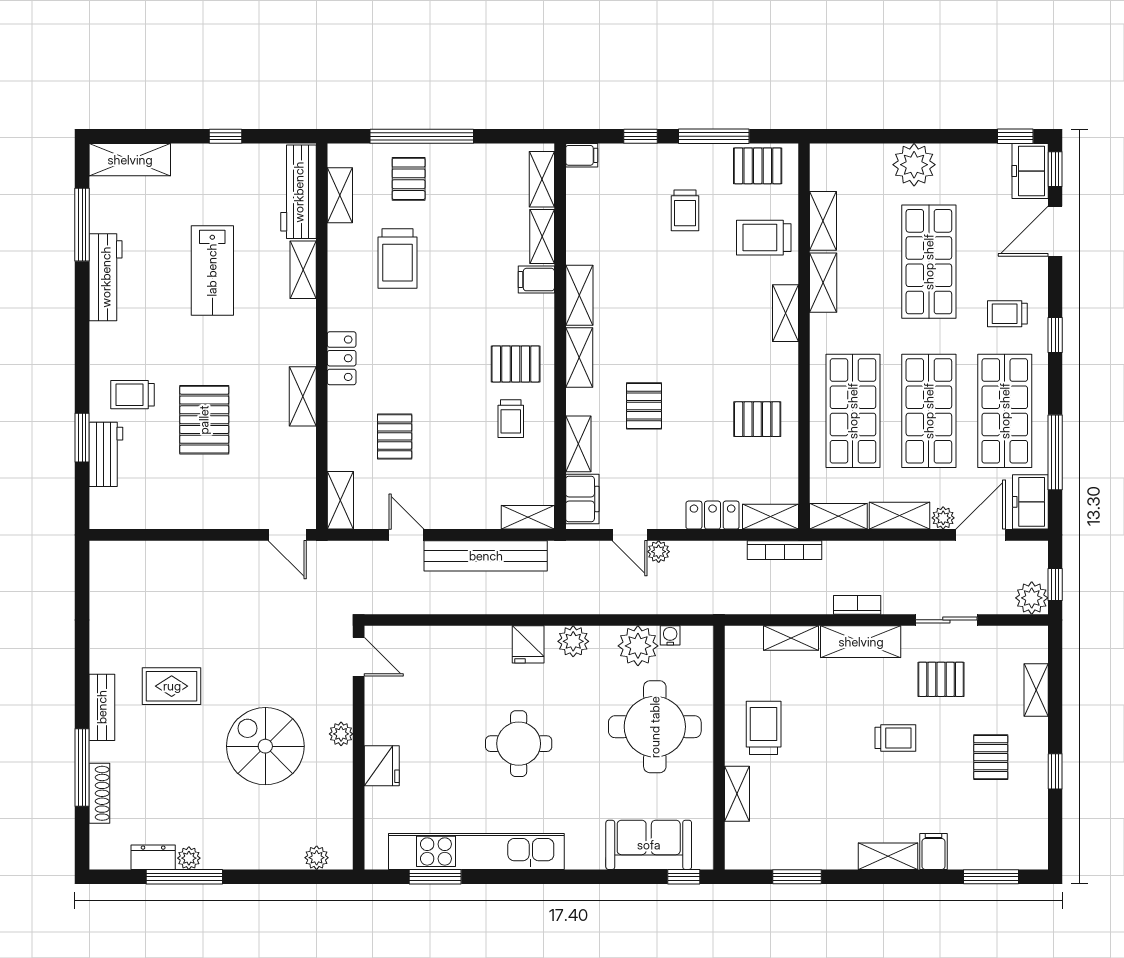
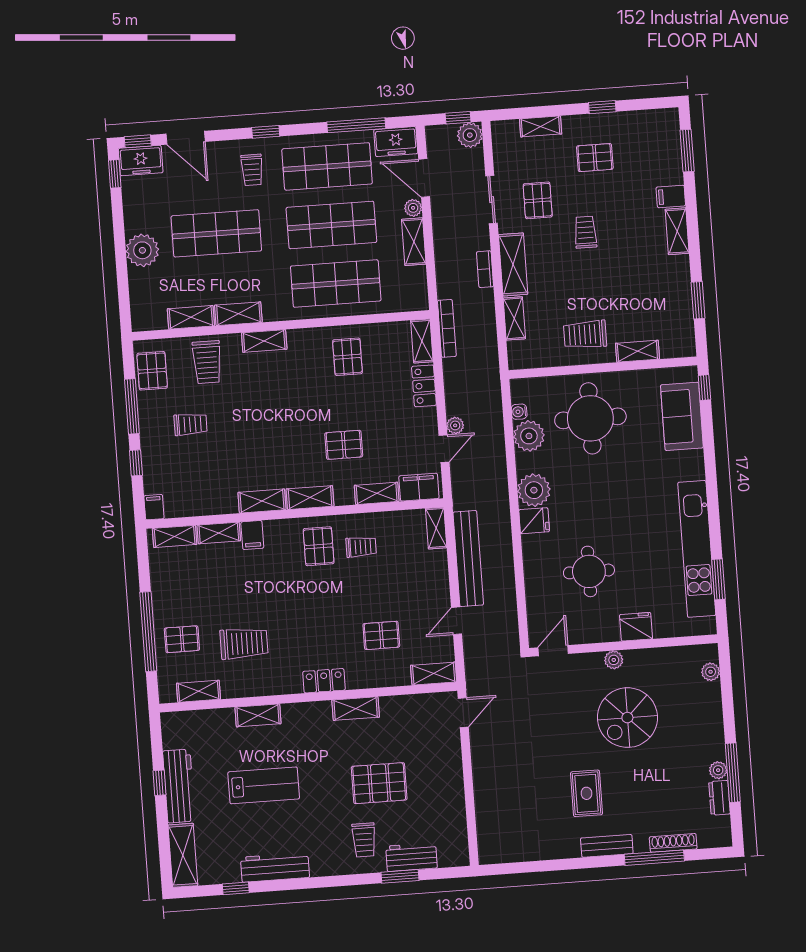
workbench: (299, 192) -> (179, 786), moved, turned -90
window: (82, 225) -> (236, 888), width x0.46
shelving: (838, 516) -> (418, 289), removed
plant: (573, 641) -> (534, 490), width x1.36, depth x1.36
round table: (519, 744) -> (589, 571), moved

